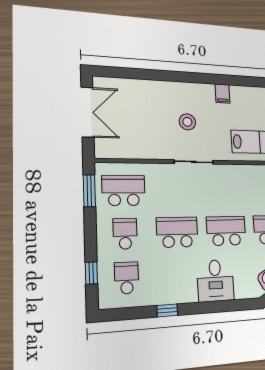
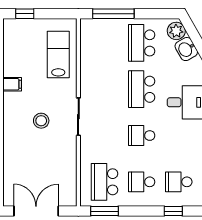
school desk: (177, 232) -> (142, 136), width x0.54

